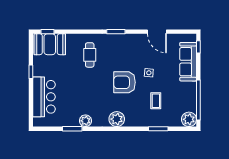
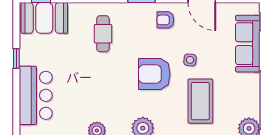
armchair: (132, 46) -> (165, 20), added
coffee table: (156, 101) -> (200, 101), width x1.86, depth x1.72

